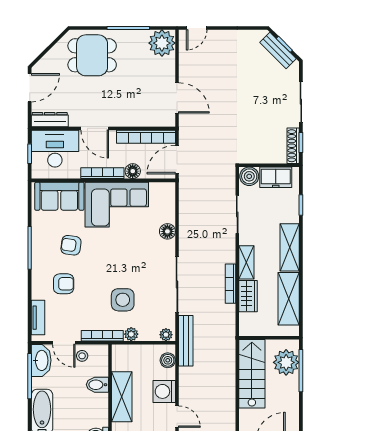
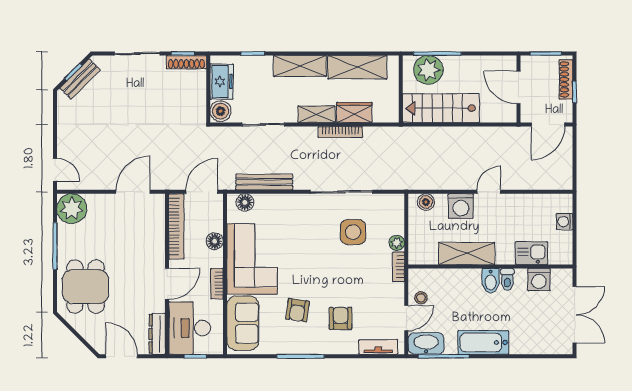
door: (177, 160) -> (202, 192), swing flipped
bookcase: (102, 173) -> (217, 284), width x0.64
floor lamp: (167, 231) -> (245, 202), moved
side table: (123, 300) -> (353, 232), moved
plant: (166, 335) -> (397, 204), removed
bookcase: (102, 336) -> (399, 267), width x0.64
bench: (186, 341) -> (264, 182), moved
bidet: (97, 385) -> (491, 281), moved

